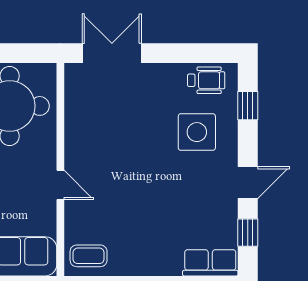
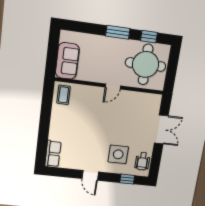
double door: (112, 53) -> (161, 129), moved
door: (60, 185) -> (113, 86), moved
window: (248, 233) -> (66, 173), removed

